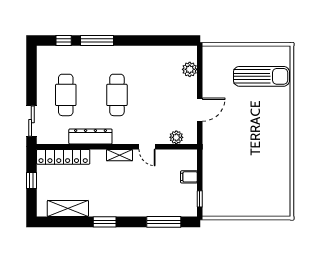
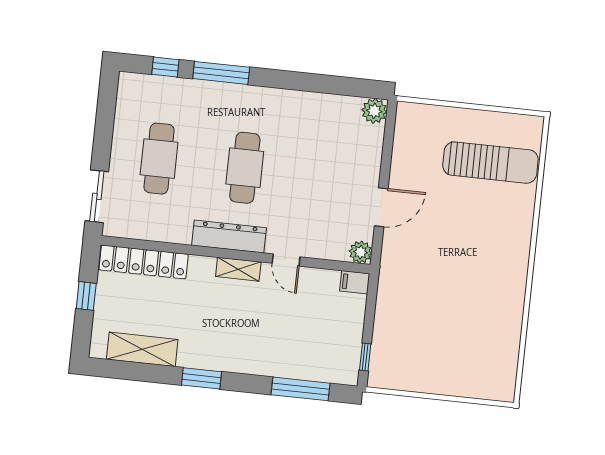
plant: (190, 69) -> (374, 111), moved
dresser: (90, 136) -> (229, 237), moved
plant: (176, 137) -> (361, 252), moved
filing cabinet: (189, 177) -> (355, 282), moved

